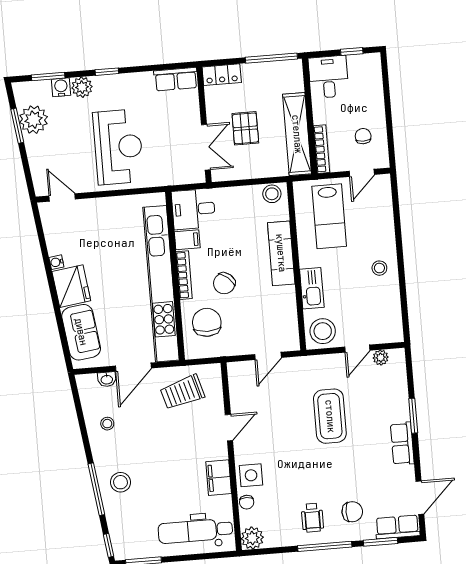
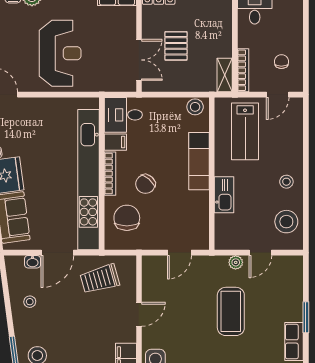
shelving: (297, 134) -> (225, 75), width x0.45, depth x0.75
stool: (323, 331) -> (286, 222), moved
plant: (381, 358) -> (236, 262), moved

